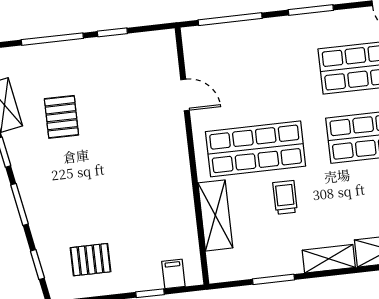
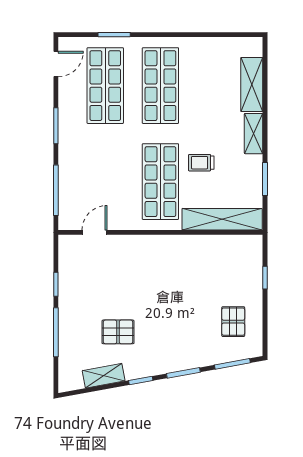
door: (185, 95) -> (95, 232), moved
shelving: (215, 215) -> (222, 219), width x1.47
window: (37, 265) -> (232, 364), width x1.50
filing cabinet: (173, 274) -> (252, 257), removed

